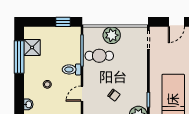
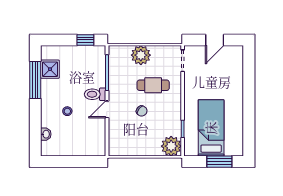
cafe table: (99, 56) -> (153, 85), moved
door: (82, 94) -> (107, 109), moved
chair: (114, 95) -> (142, 111), moved

